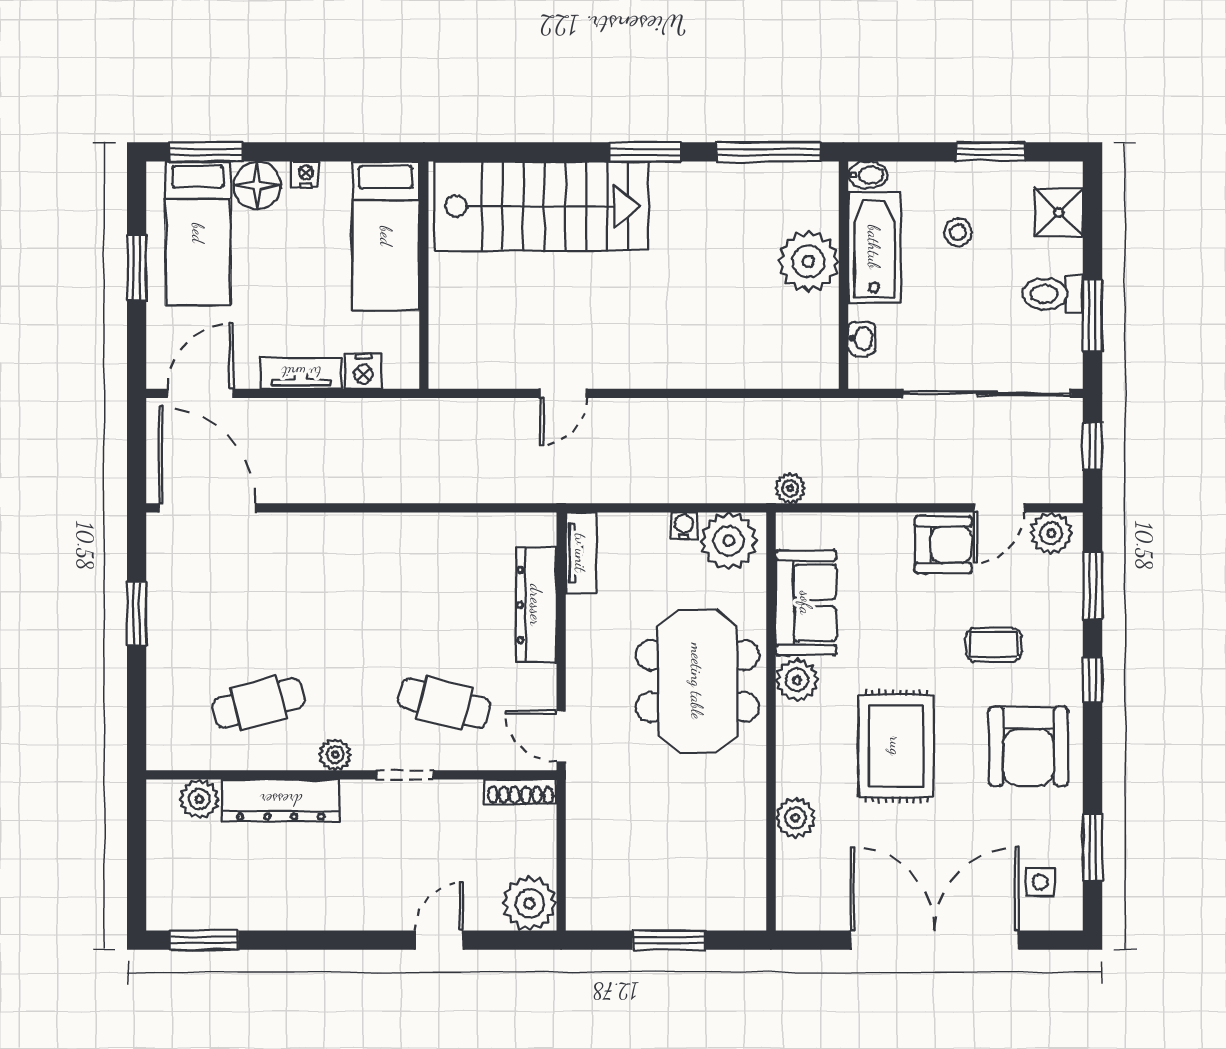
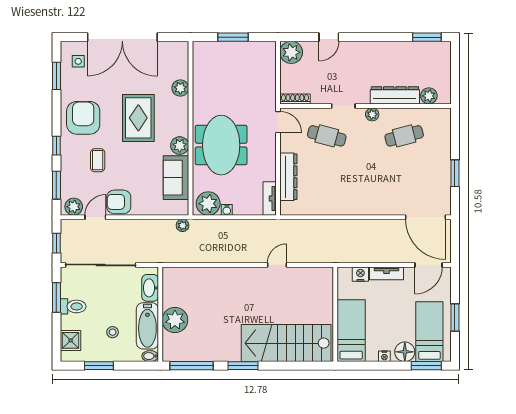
washbasin: (862, 338) -> (150, 288), width x1.91, depth x1.45
coffee table: (994, 645) -> (98, 160), turned 90

